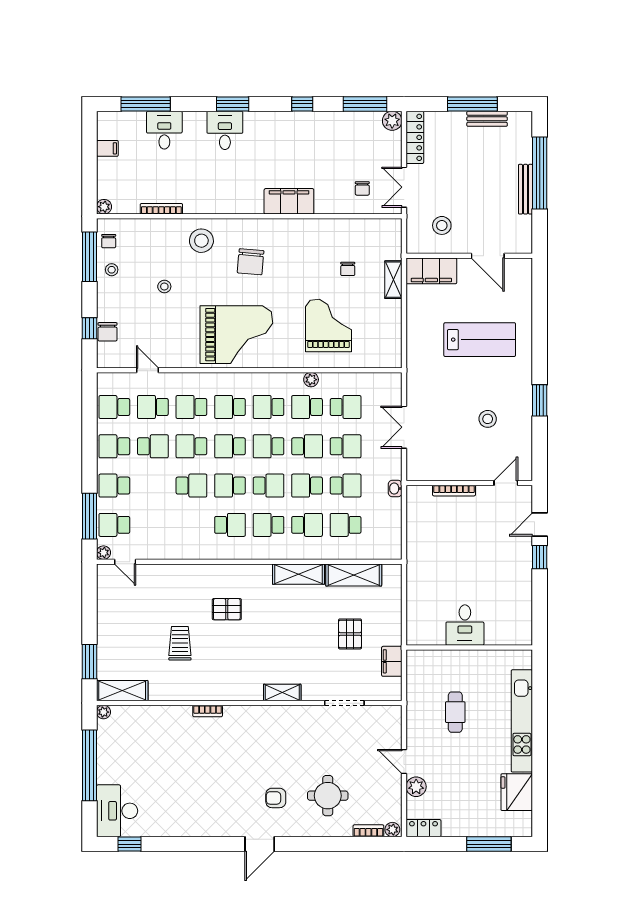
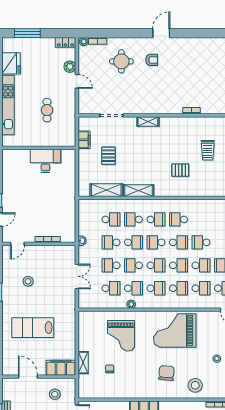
school desk: (346, 407) -> (111, 288), turned 180
desk: (465, 625) -> (45, 161), width x1.37

